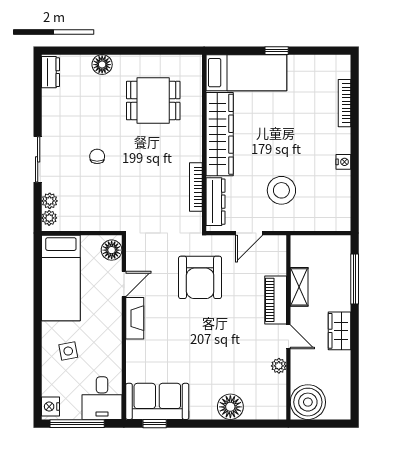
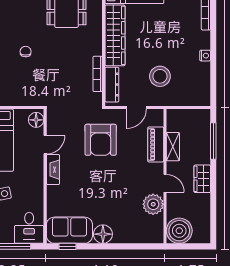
piano: (276, 300) -> (156, 144), moved
plant: (279, 366) -> (153, 204), width x1.88, depth x1.88
floor lamp: (230, 407) -> (103, 234), moved

